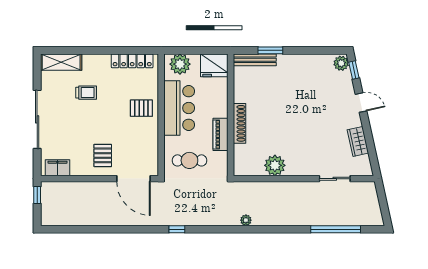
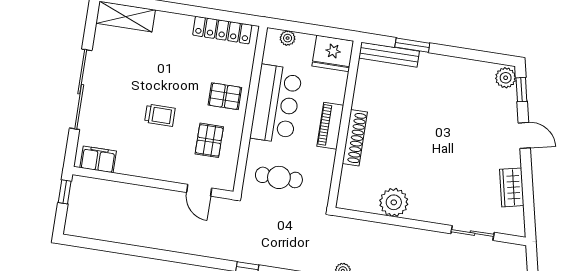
plant: (180, 64) -> (288, 38), width x0.53, depth x0.53
trolley: (86, 93) -> (160, 115), moved
piano: (220, 134) -> (330, 126), moved
pallet: (103, 155) -> (209, 140), moved
door: (134, 179) -> (199, 190), width x0.53

